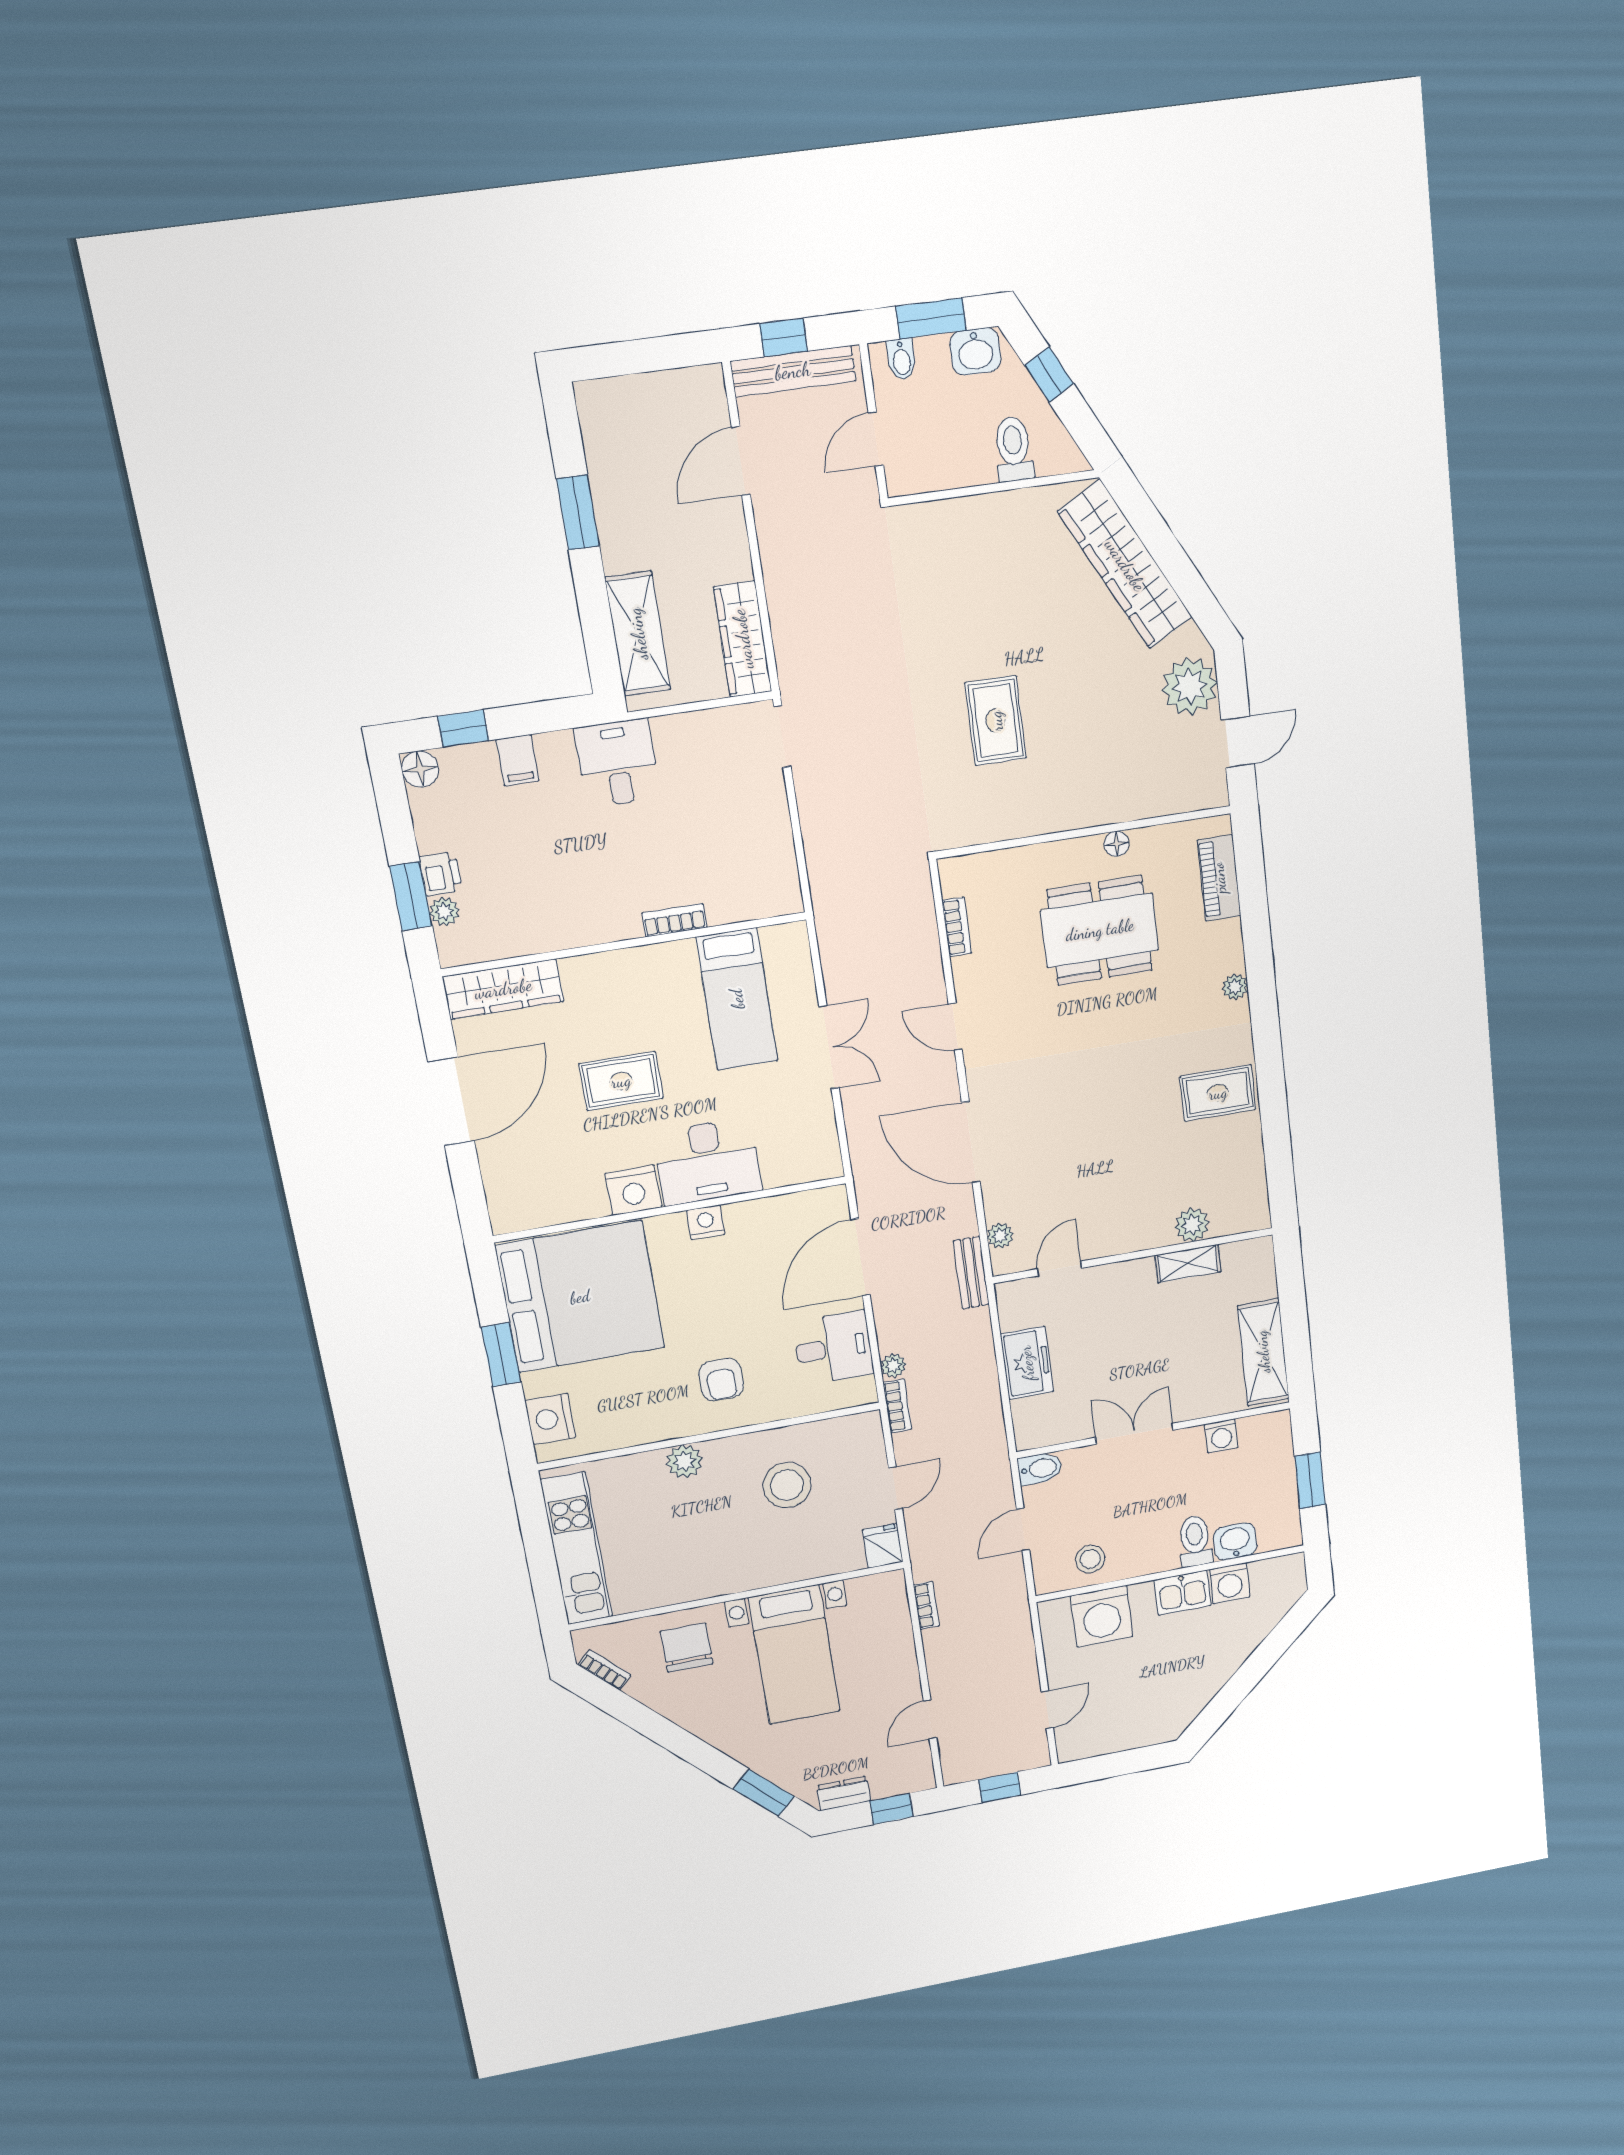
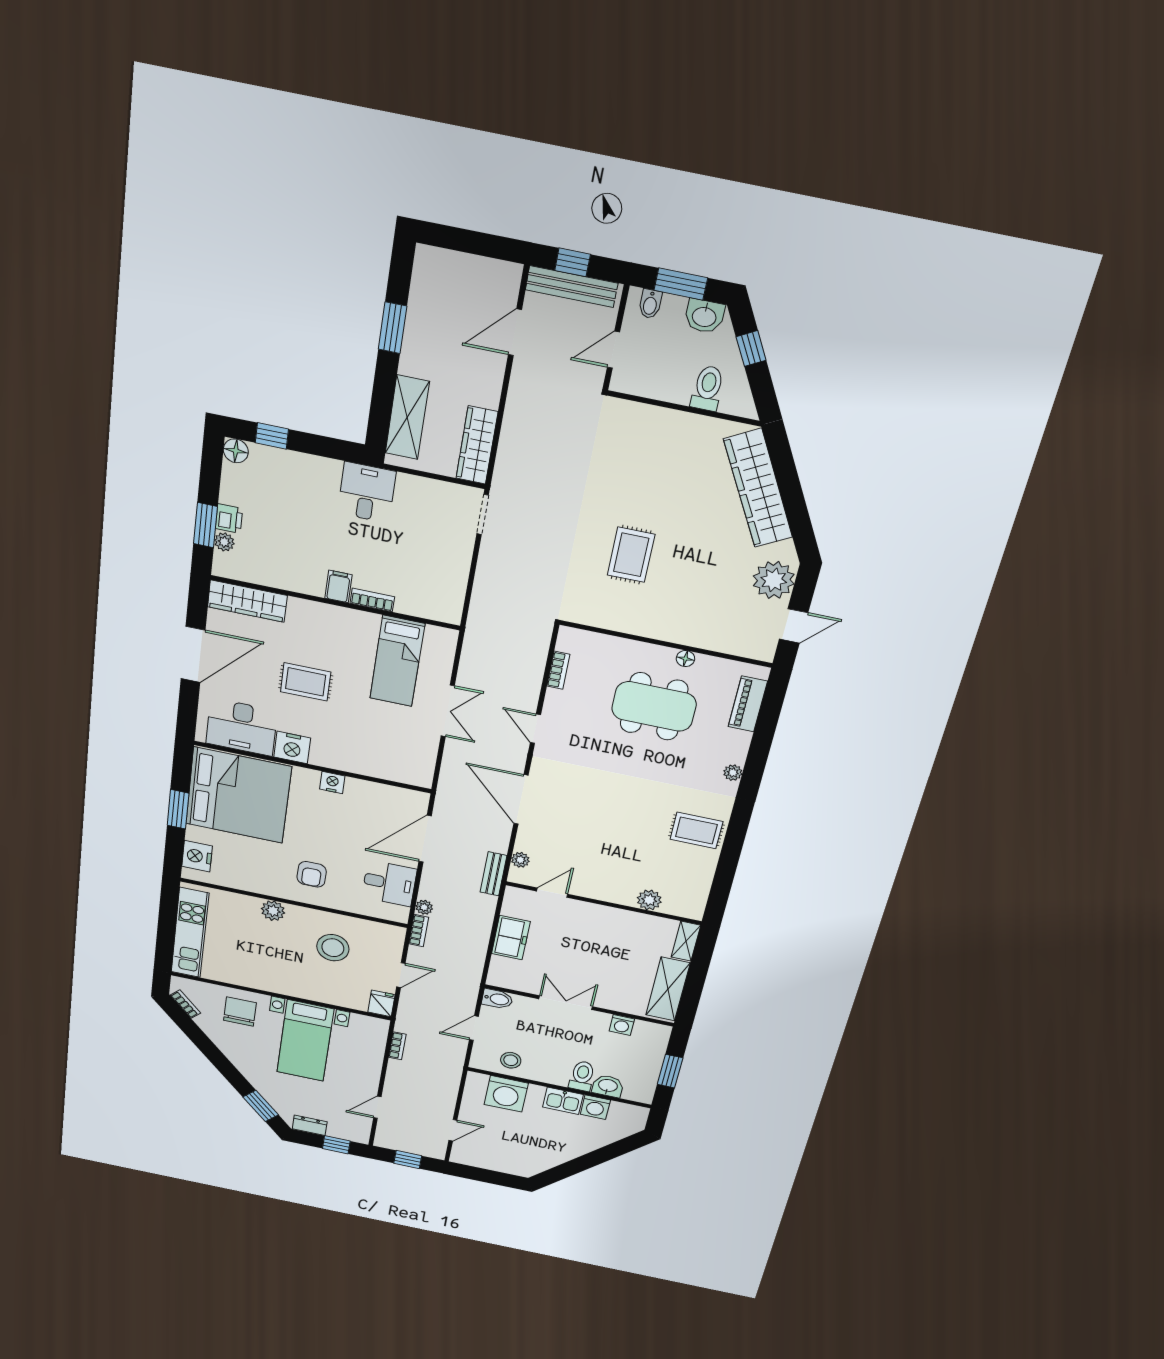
filing cabinet: (518, 760) -> (338, 586), moved, turned 180
desk: (707, 1161) -> (242, 727), moved
shelving: (1188, 1263) -> (686, 941), moved, turned 90

